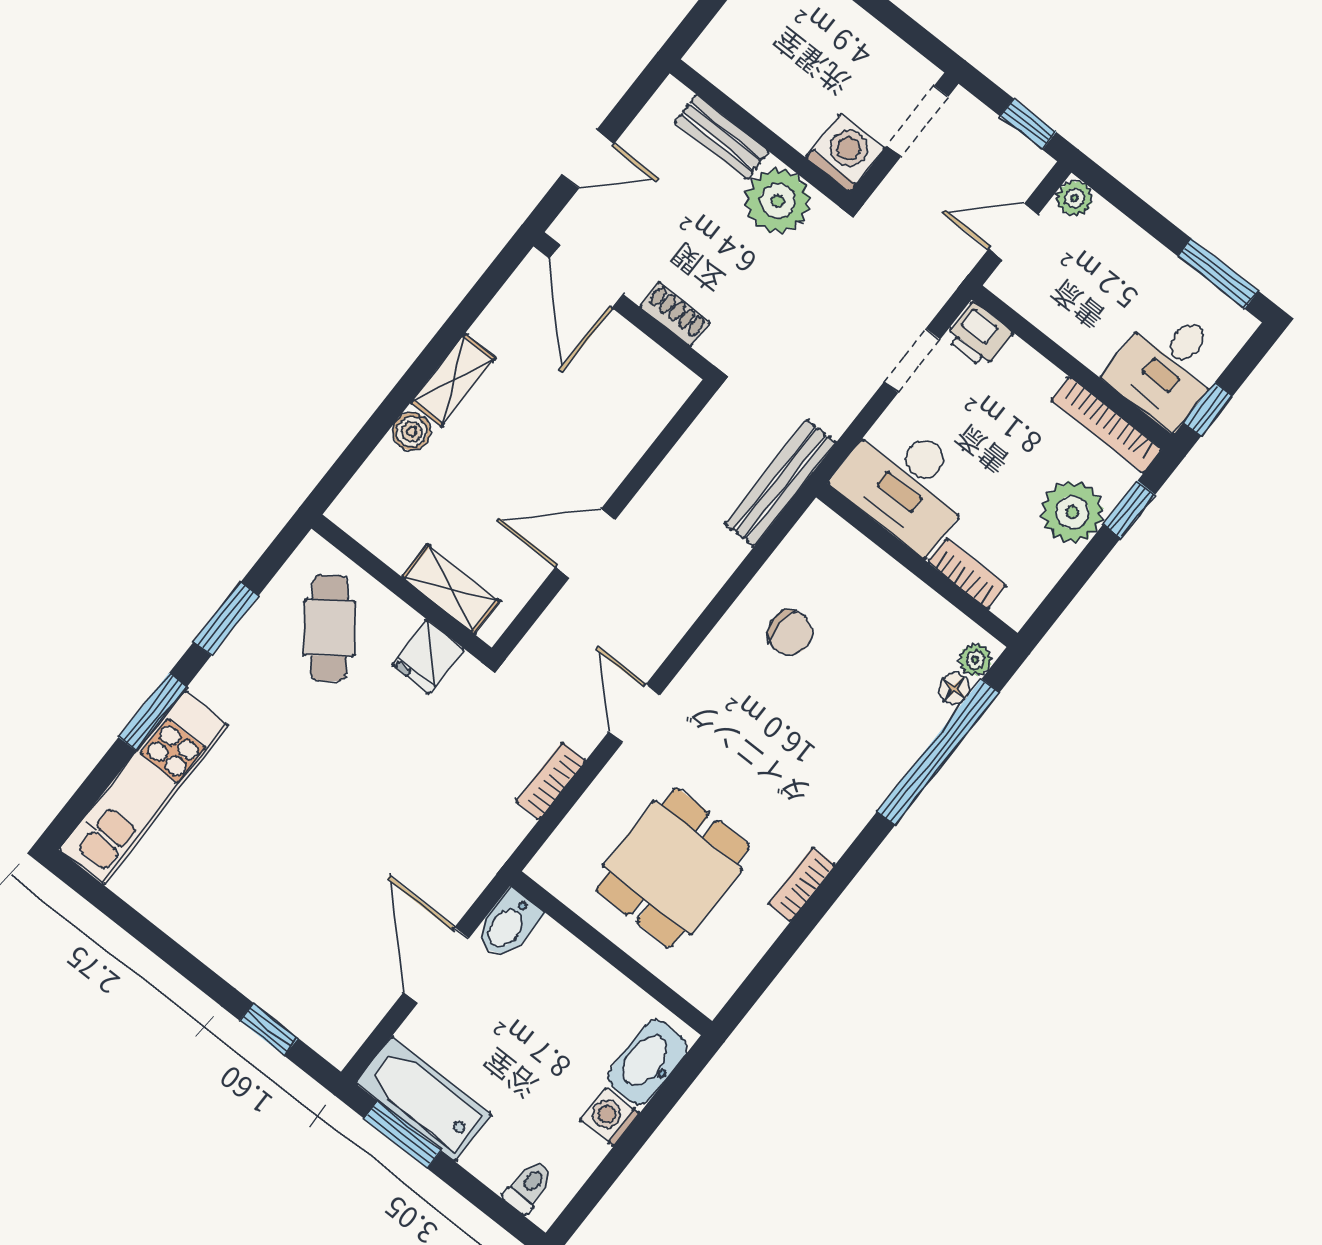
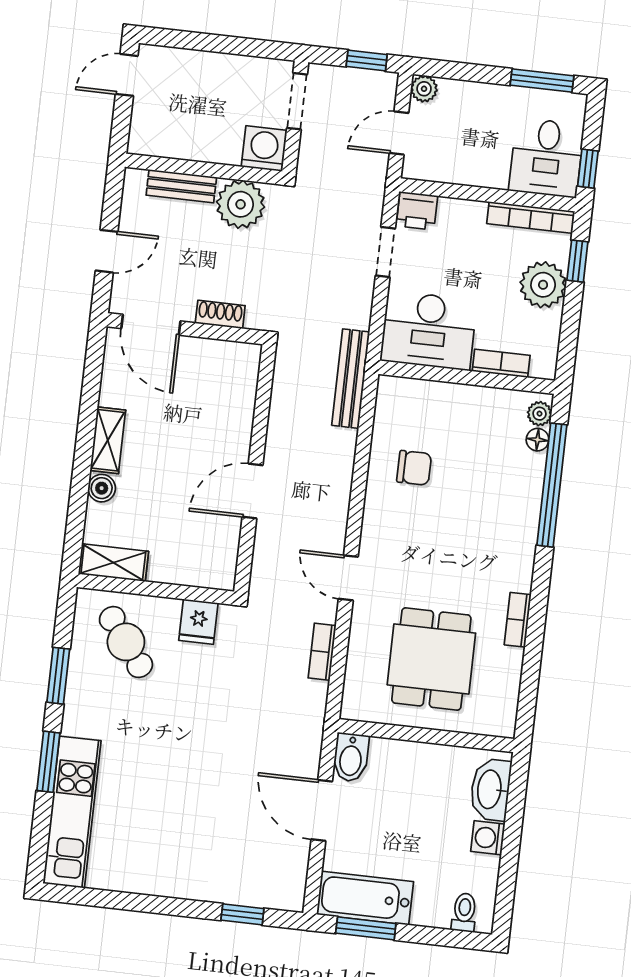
shelving: (451, 589) -> (113, 563), moved

